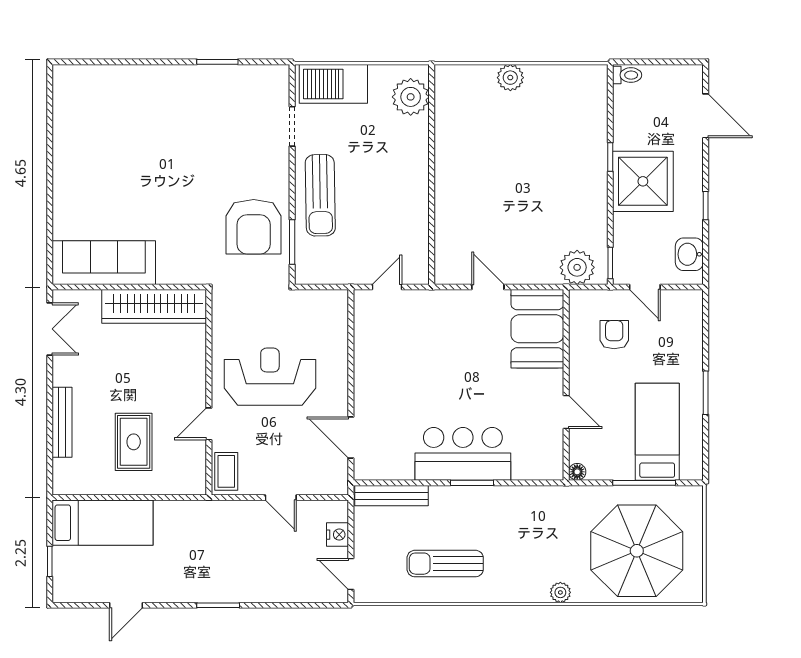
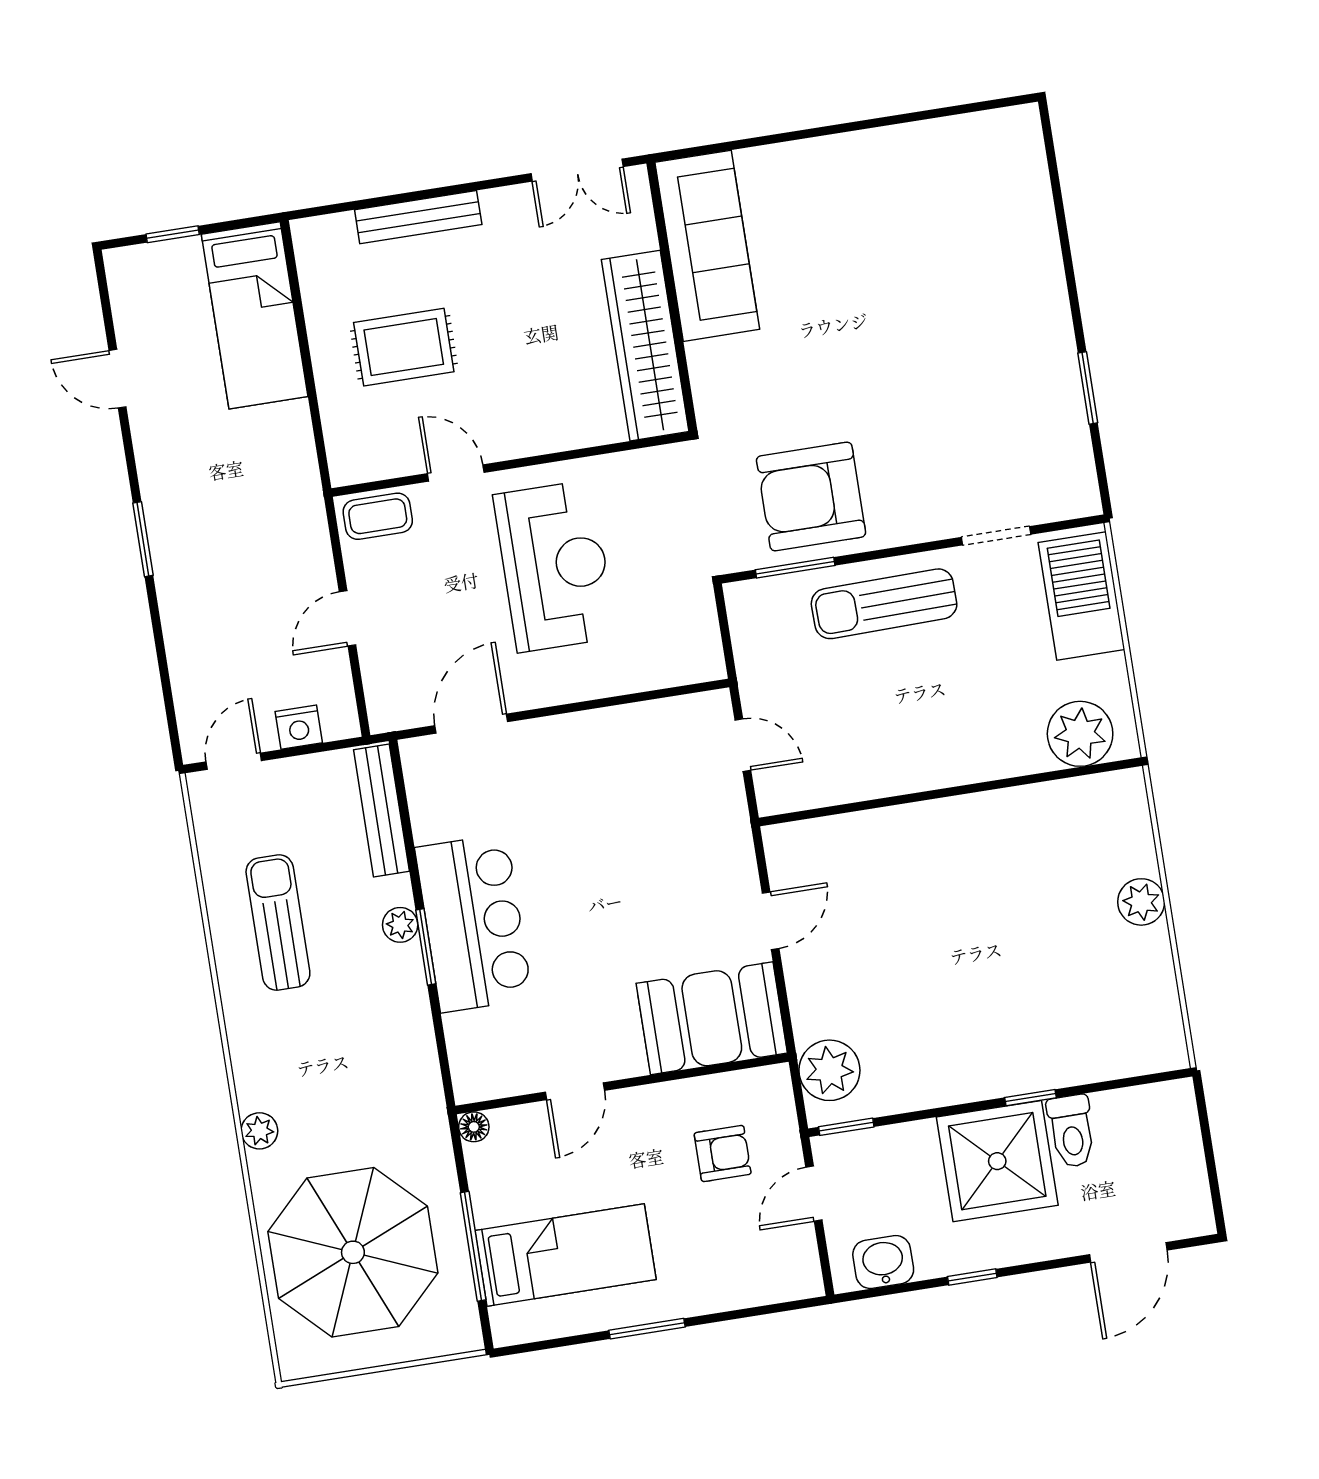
toilet: (627, 75) -> (1072, 1131), moved, width x1.37, depth x1.39
plant: (457, 495) -> (400, 925), added

